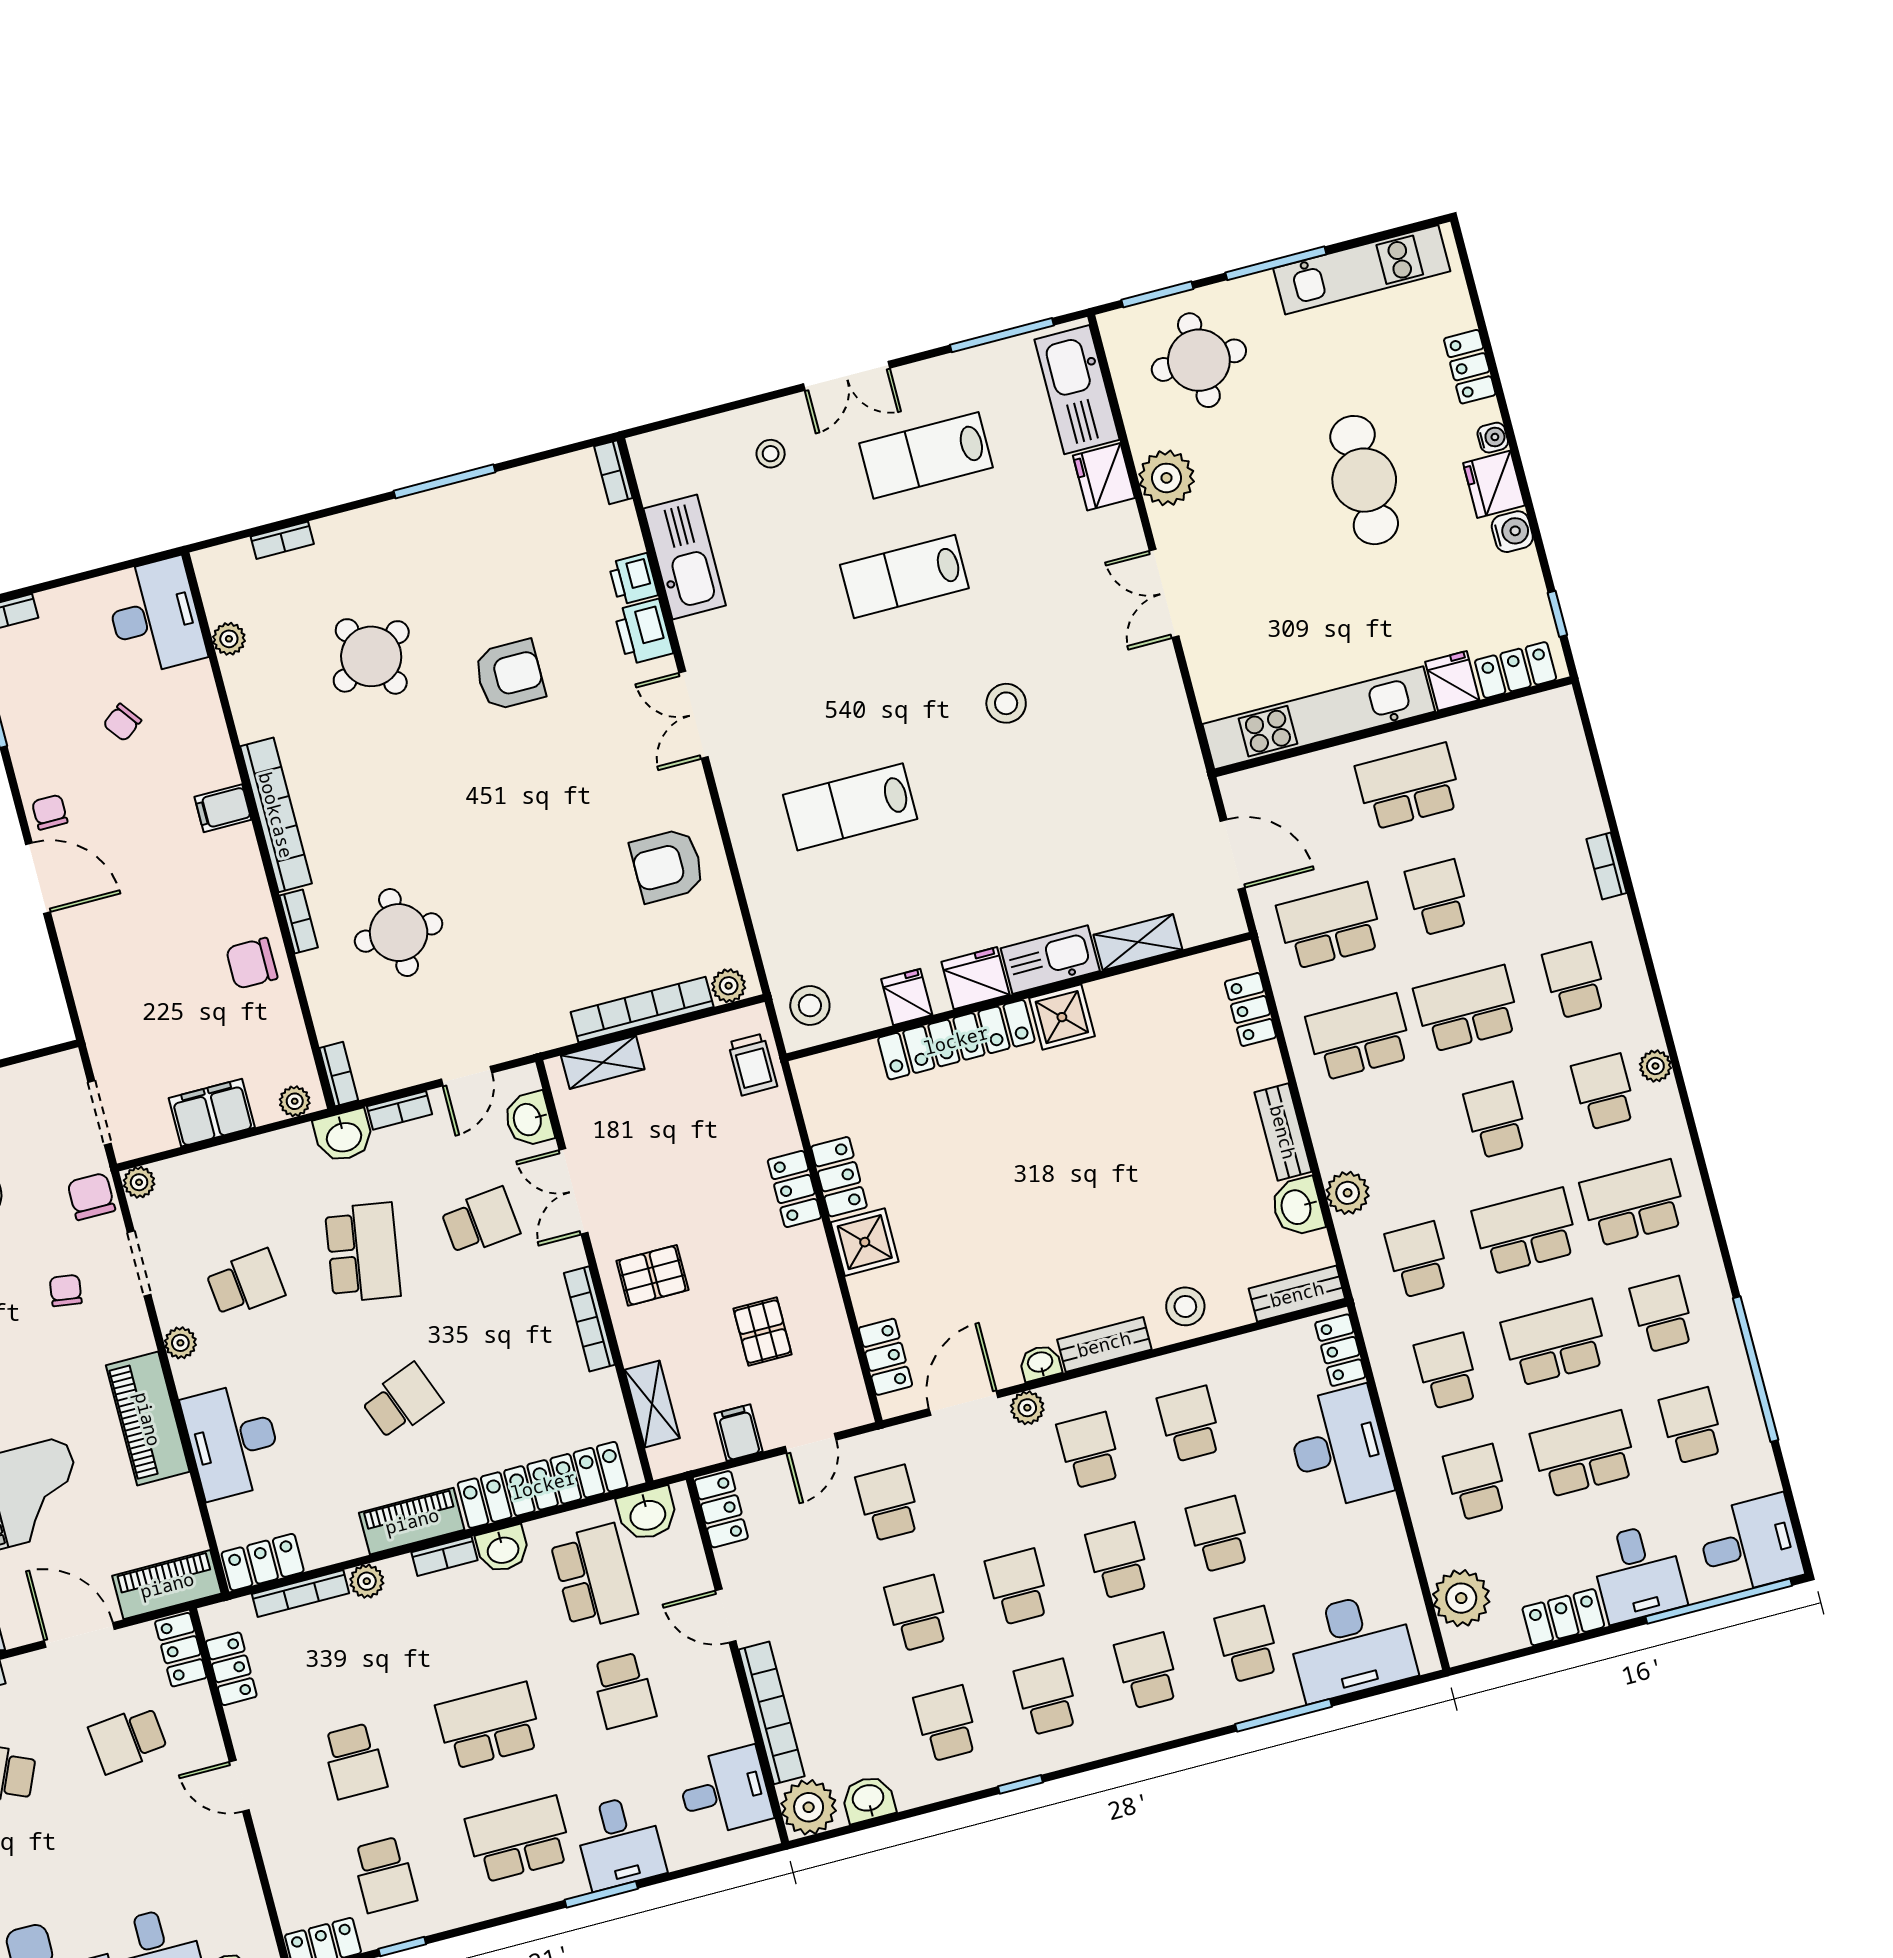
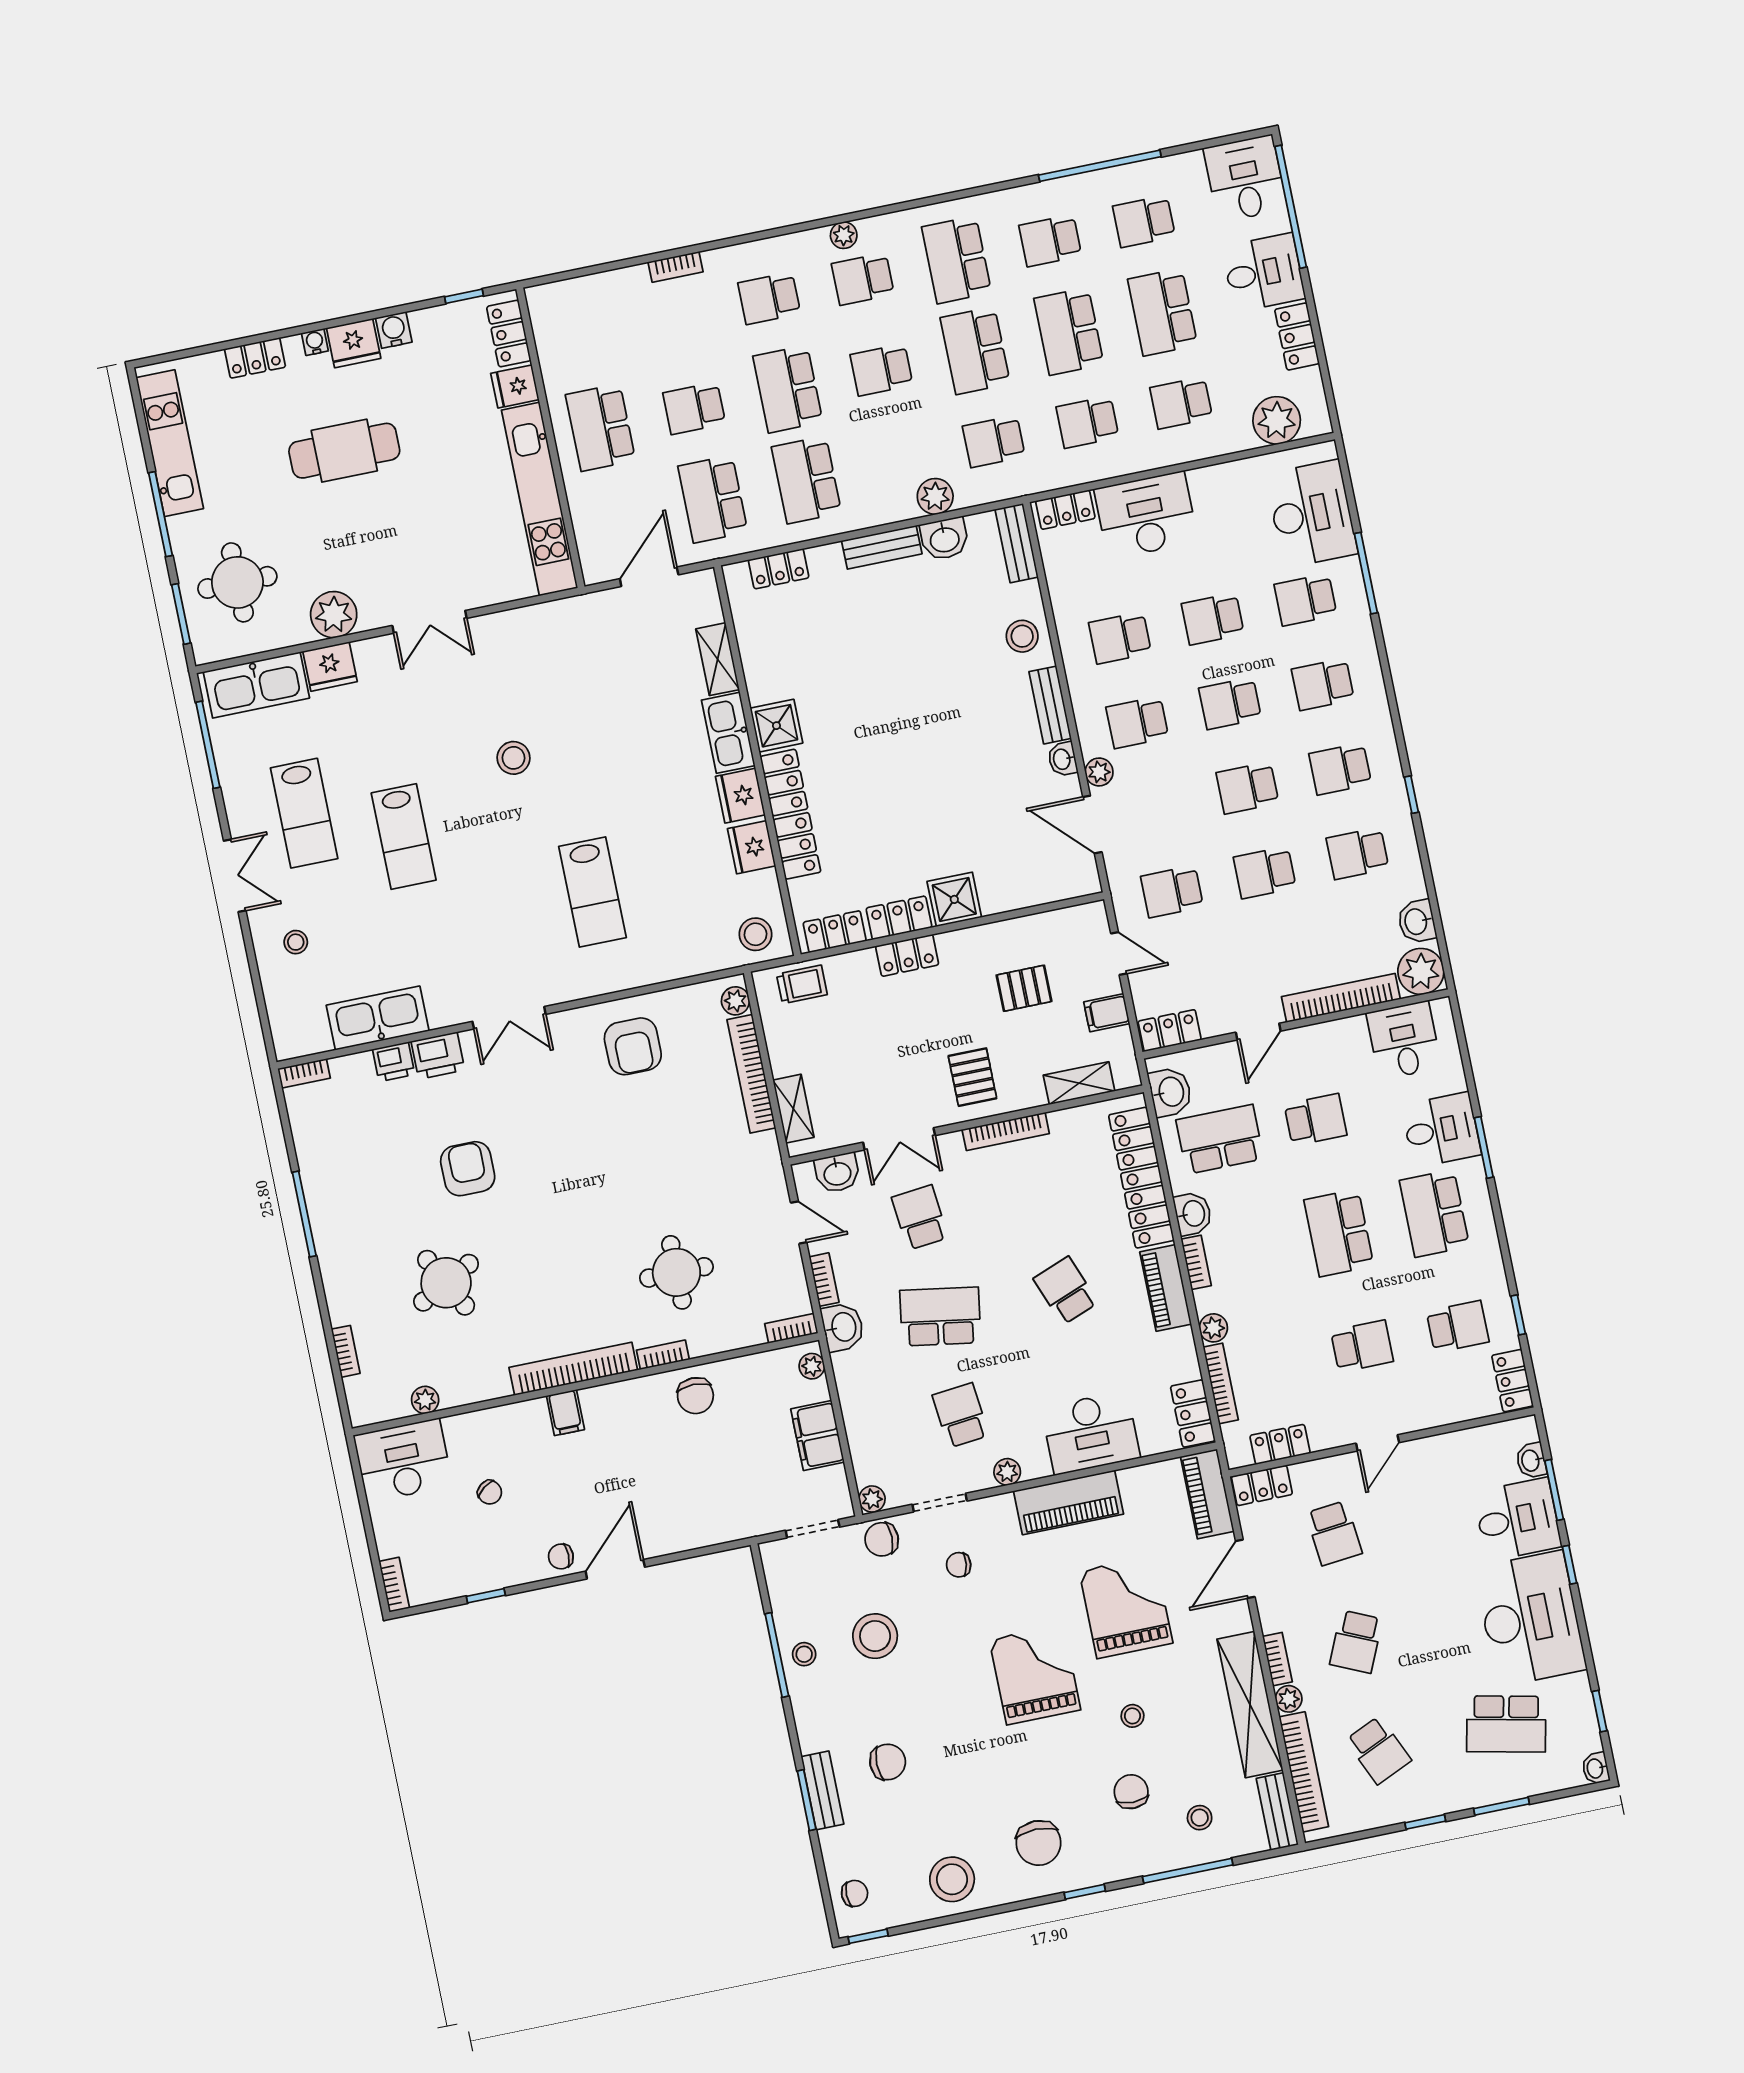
fridge: (907, 997) -> (752, 847), width x1.38
locker: (885, 1357) -> (835, 932), moved

